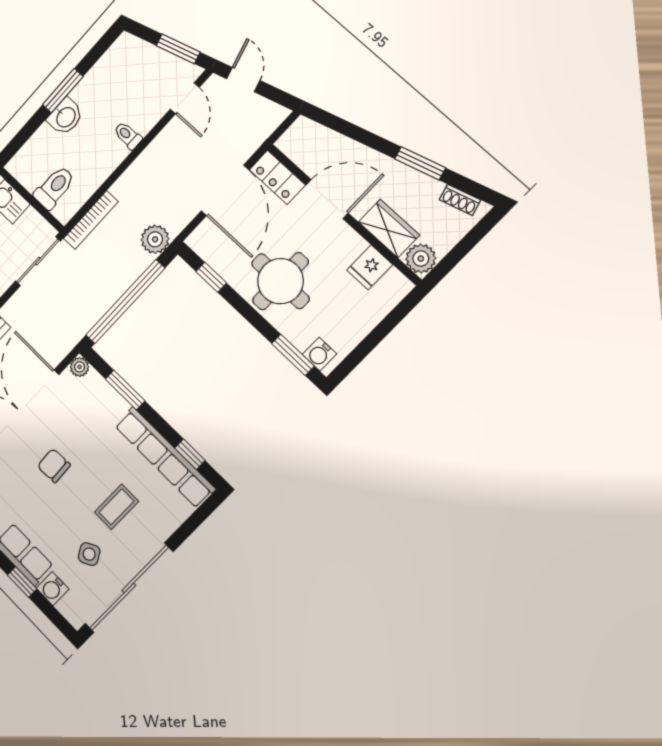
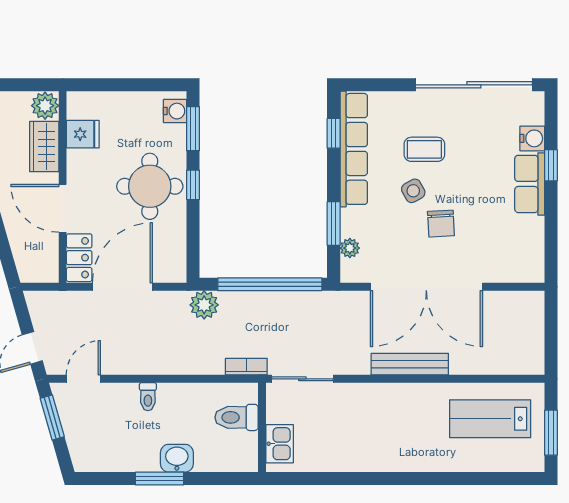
bookcase: (91, 220) -> (246, 367), width x0.64
window: (211, 277) -> (193, 185), moved
plant: (80, 367) -> (350, 248), moved
side table: (89, 554) -> (413, 191), moved

